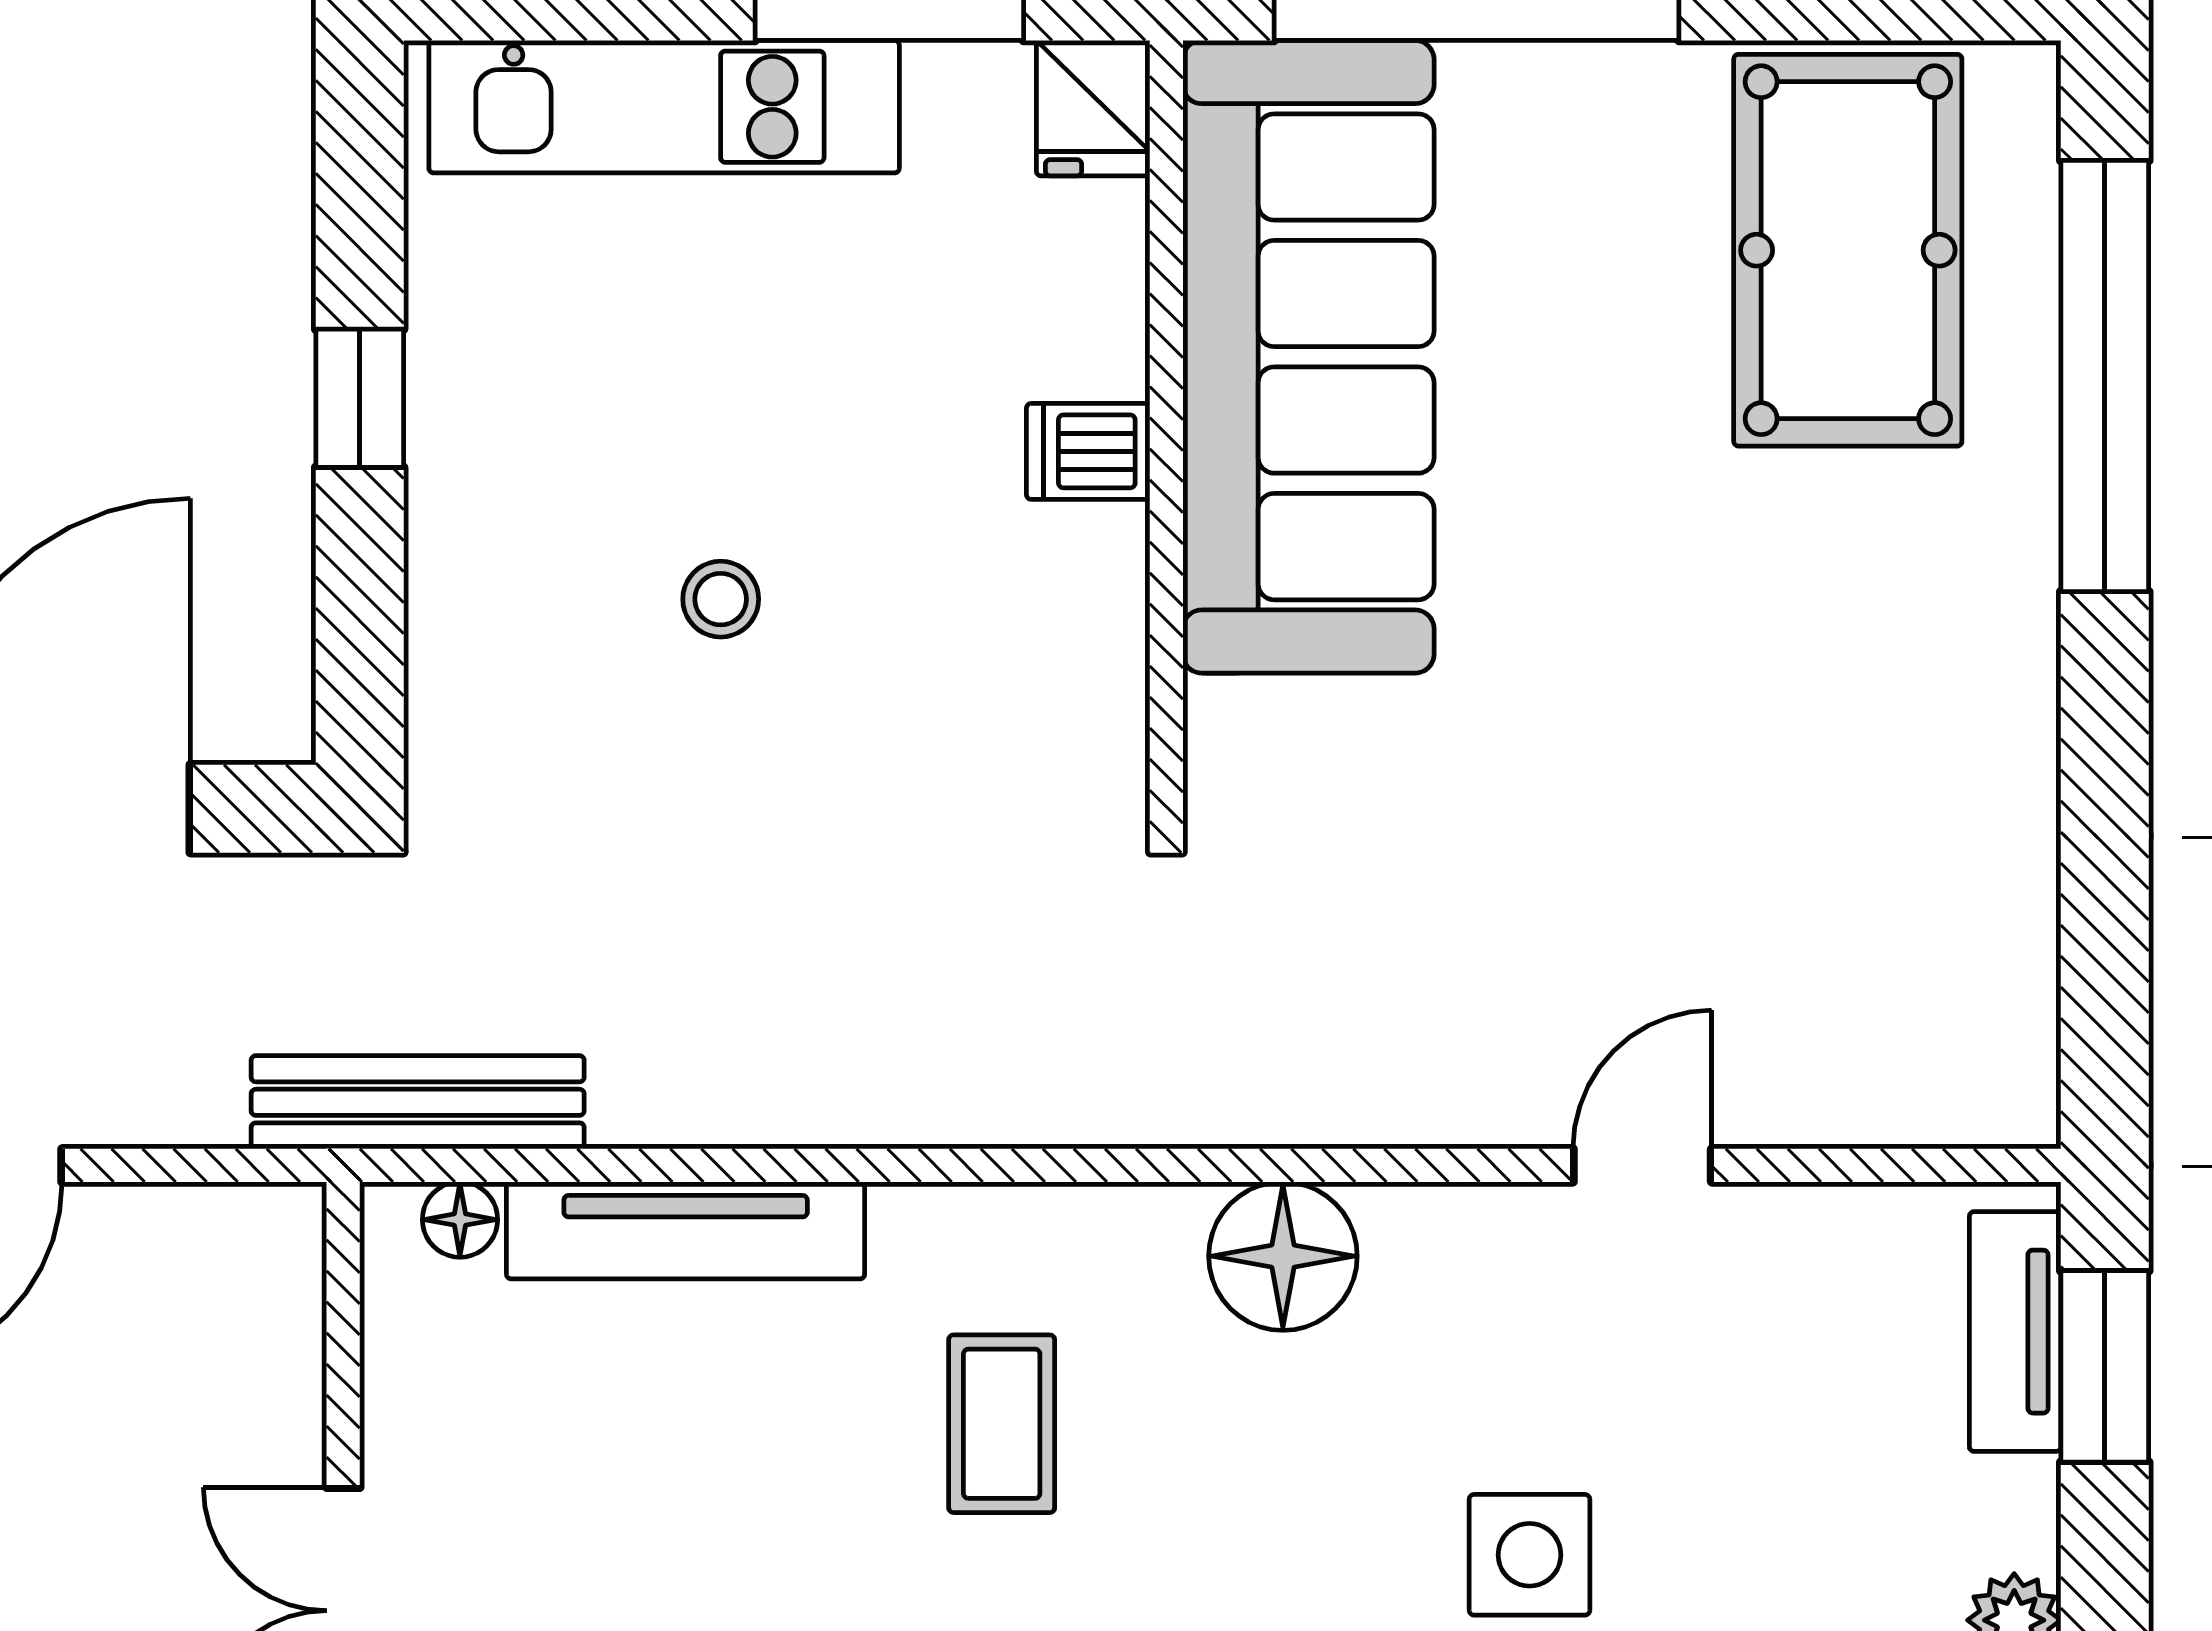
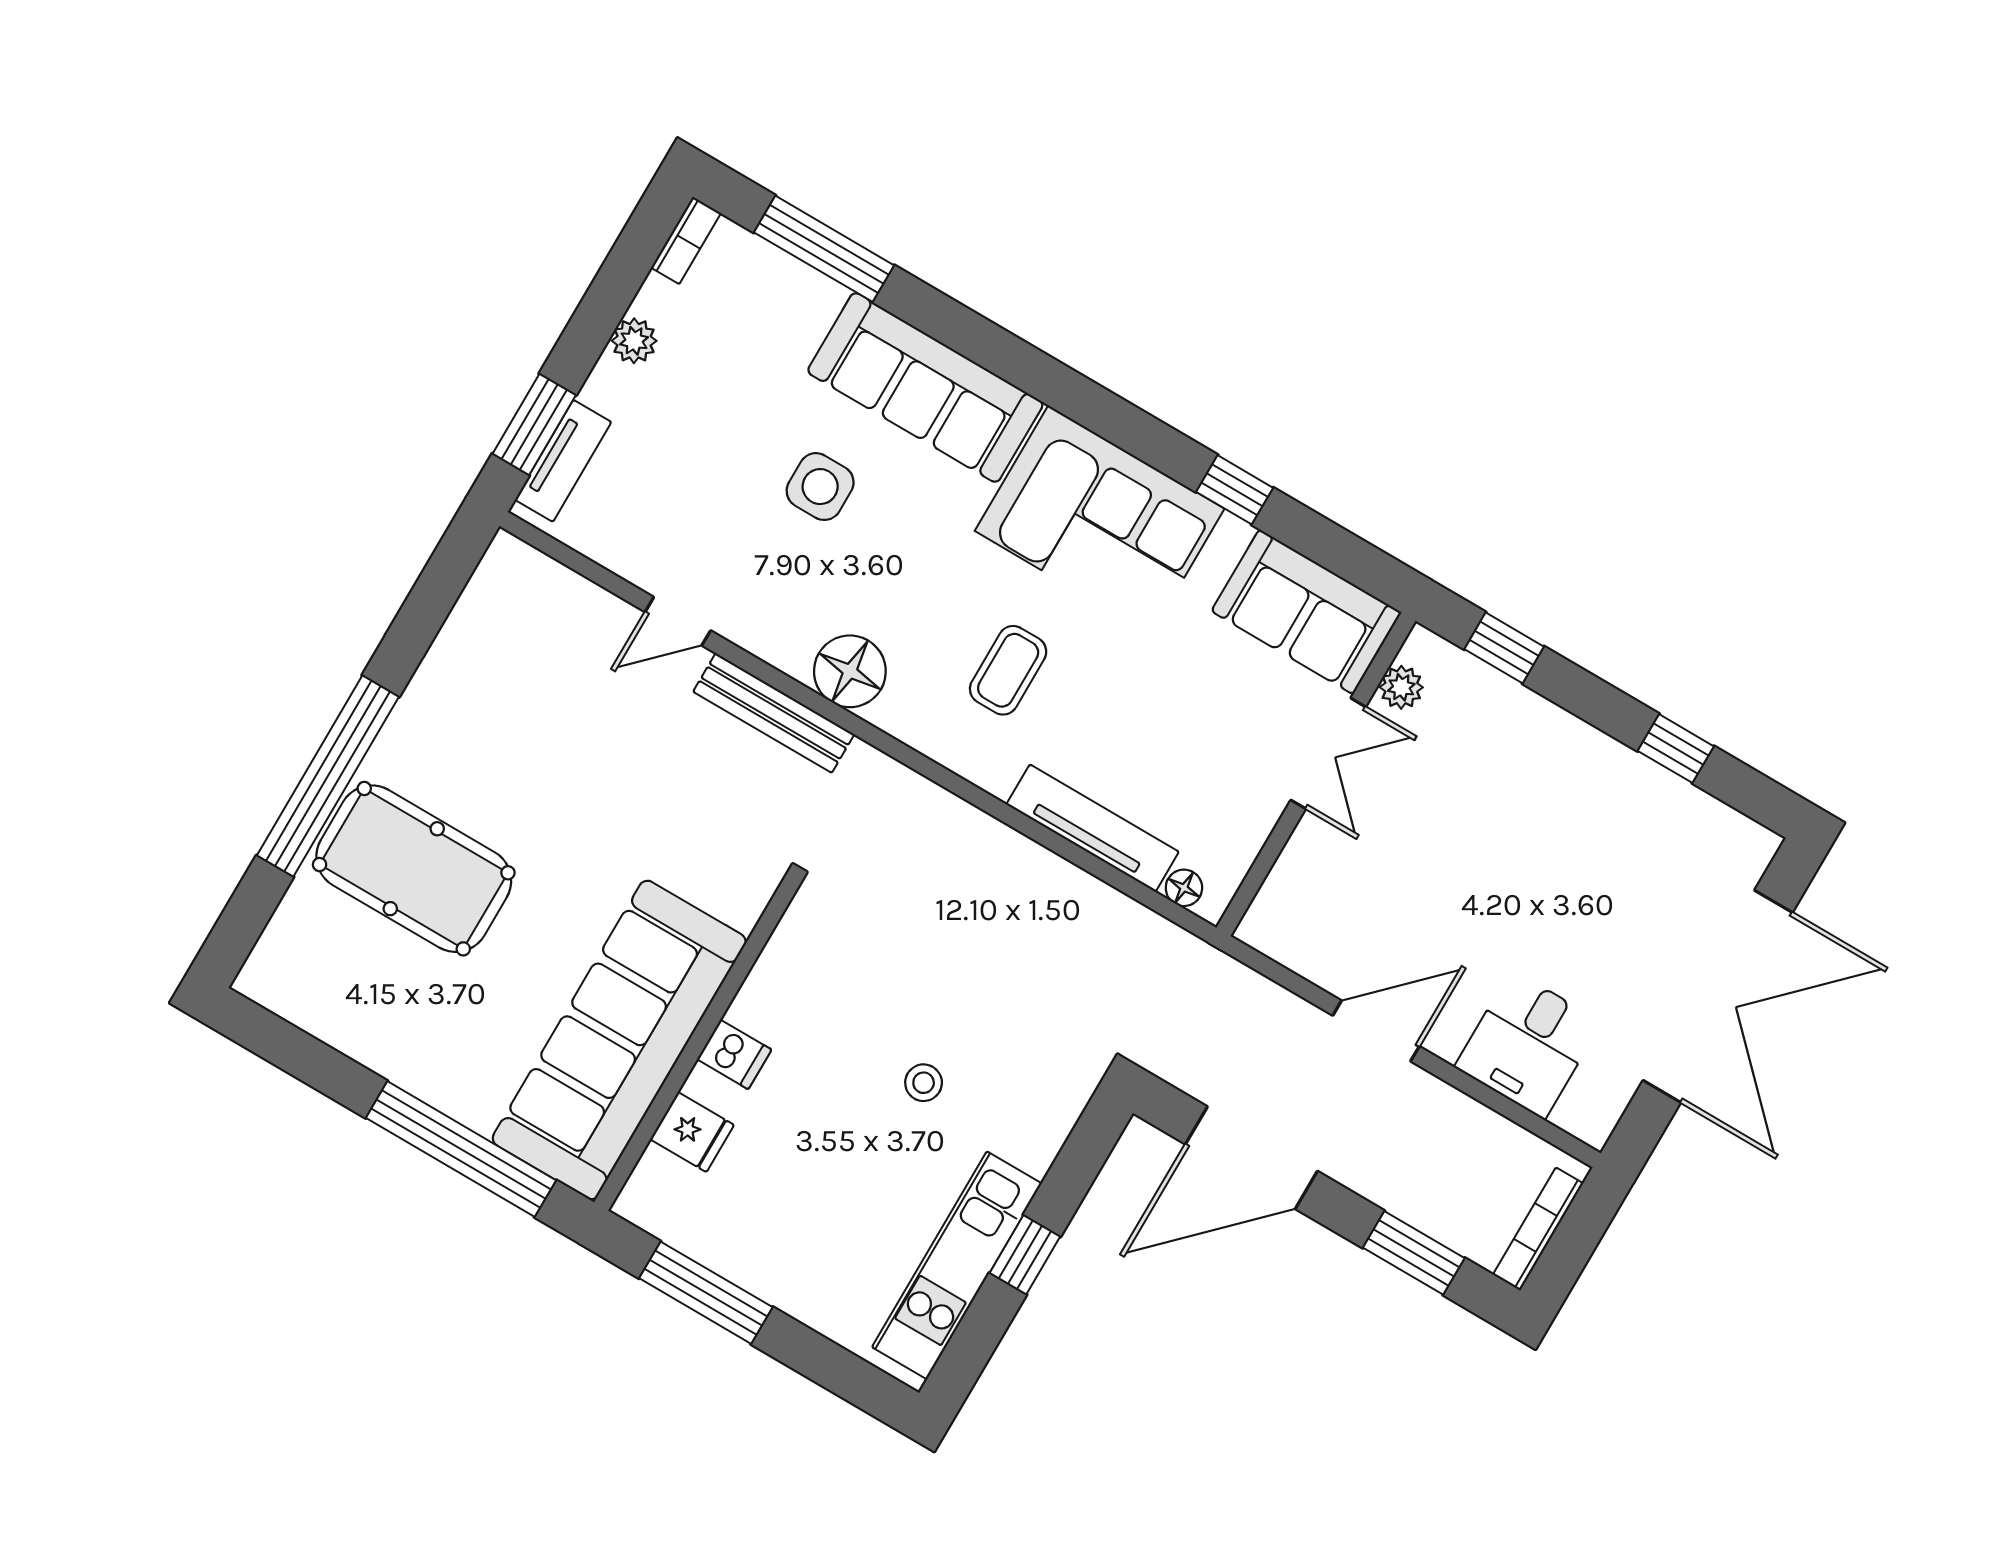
kitchen unit: (664, 107) -> (957, 1265), moved, turned -90
fridge: (1093, 108) -> (692, 1132), moved, turned 90
pool table: (1848, 250) -> (414, 869), moved, turned 90
window: (2105, 376) -> (328, 776), moved
bench: (418, 1102) -> (774, 713), moved

